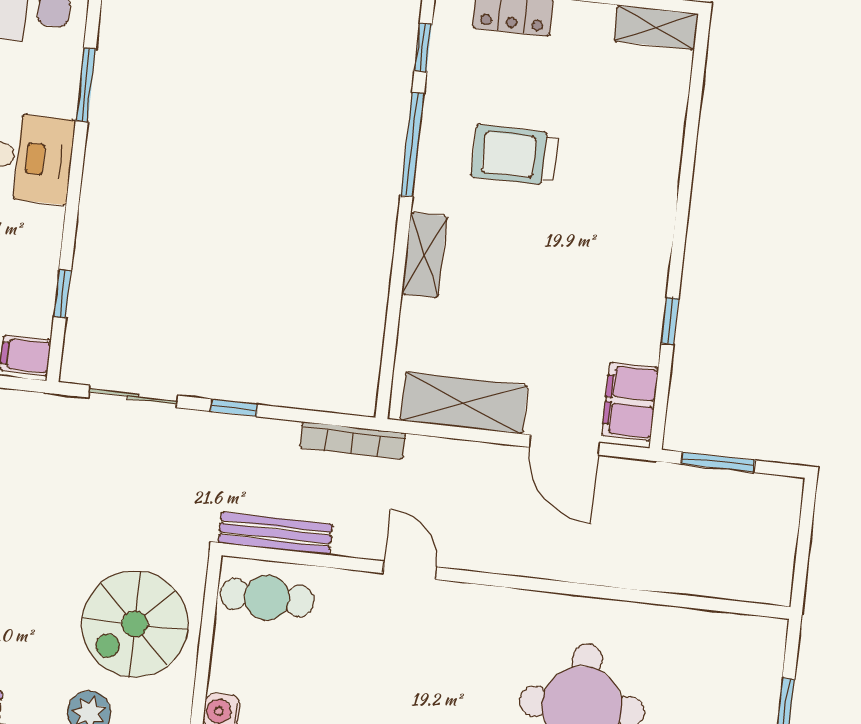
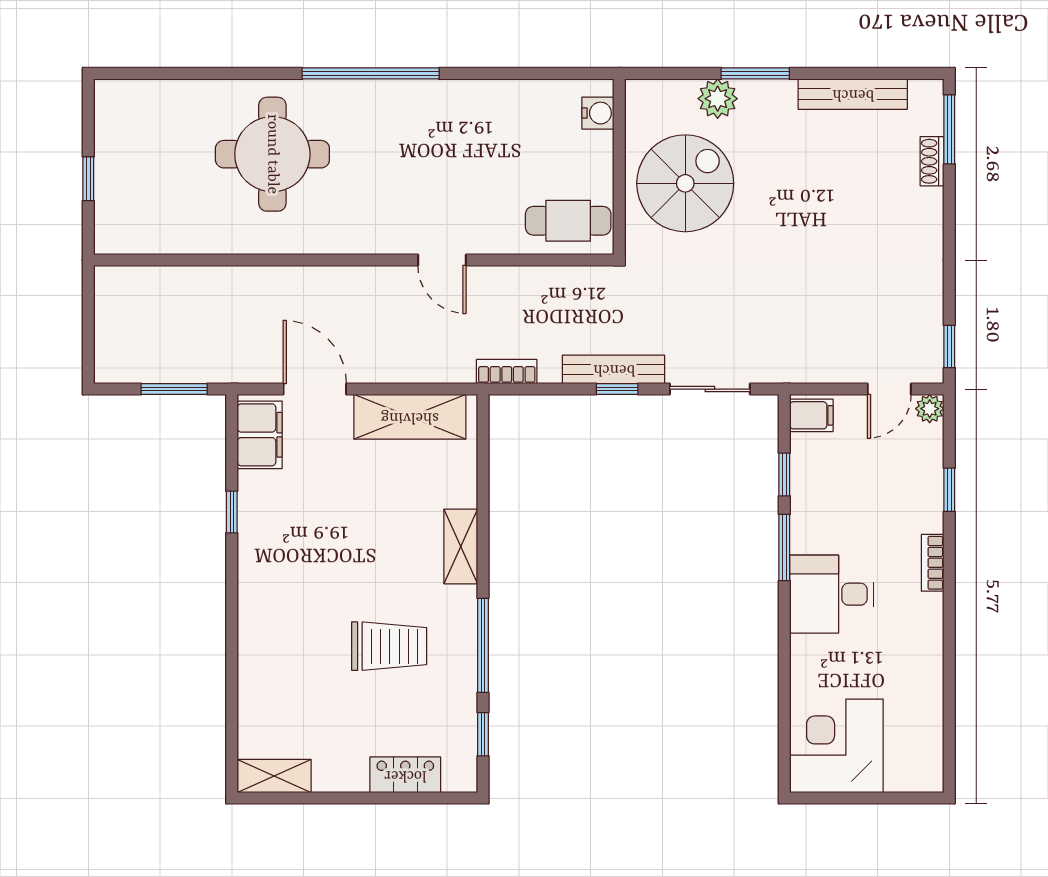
window: (86, 85) -> (784, 548), moved
bookcase: (353, 440) -> (507, 372), width x0.64
bench: (275, 533) -> (614, 369), moved

